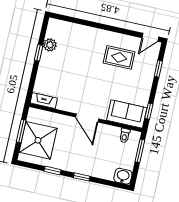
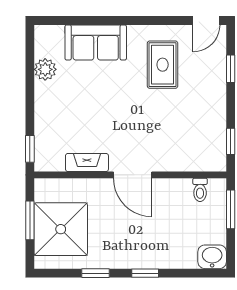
window: (39, 53) -> (30, 149), moved
rug: (119, 57) -> (163, 65), turned 90
fireplace: (44, 101) -> (87, 162), moved
sofa: (127, 114) -> (96, 42), moved, turned 180

